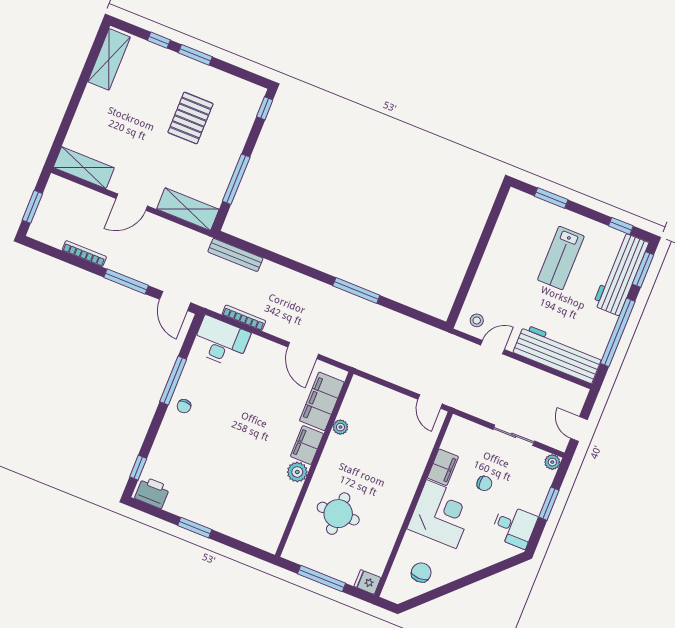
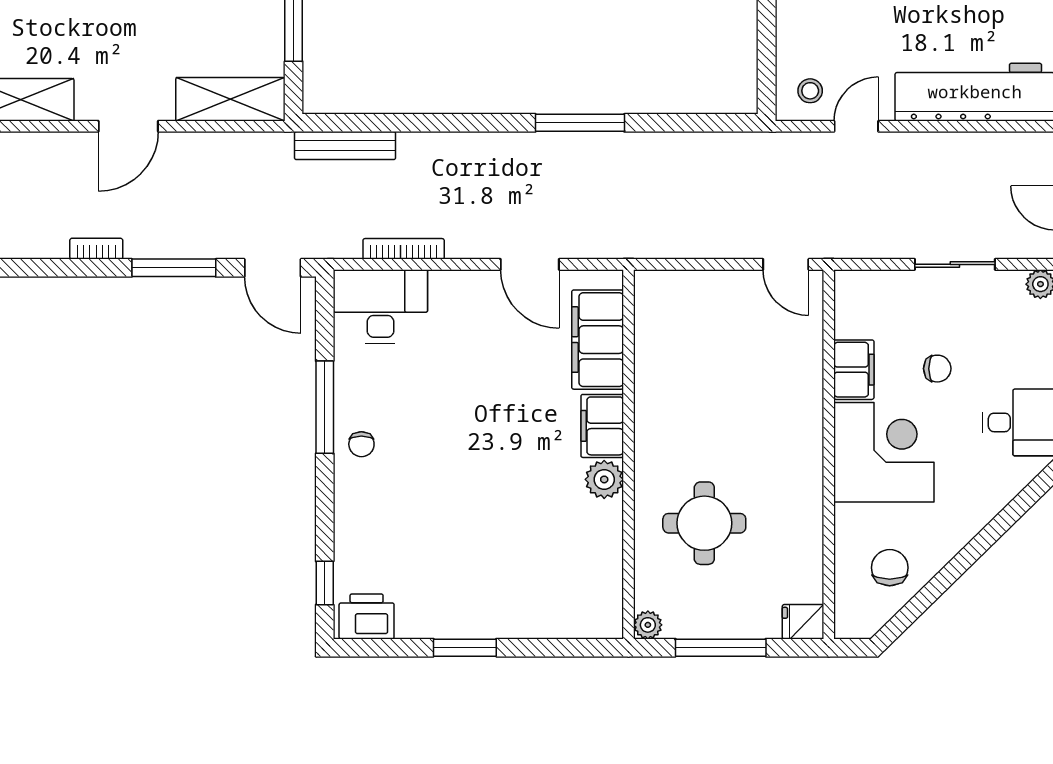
bookcase: (84, 254) -> (96, 249), width x0.64
plant: (340, 427) -> (648, 625), moved

